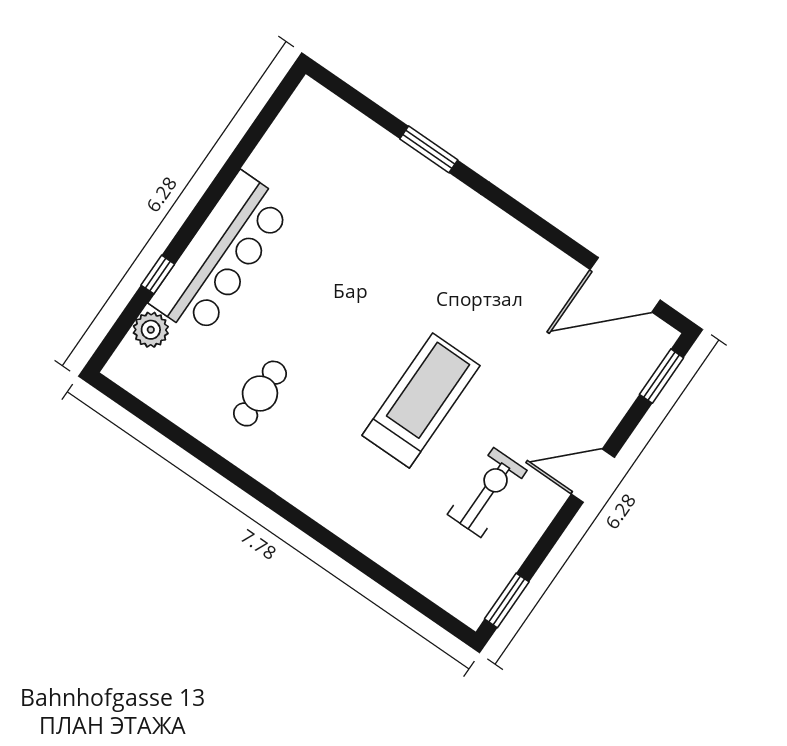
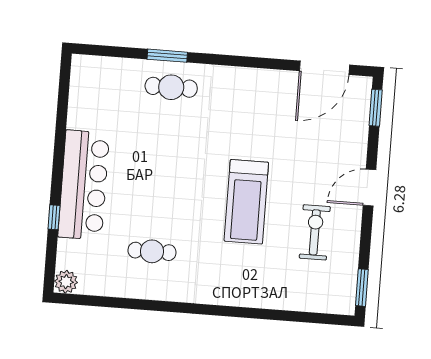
cafe table: (410, 194) -> (171, 87), added
plant: (151, 330) -> (66, 282), moved
cafe table: (260, 394) -> (152, 251), turned 90
treadmill: (421, 401) -> (246, 202), turned 180

